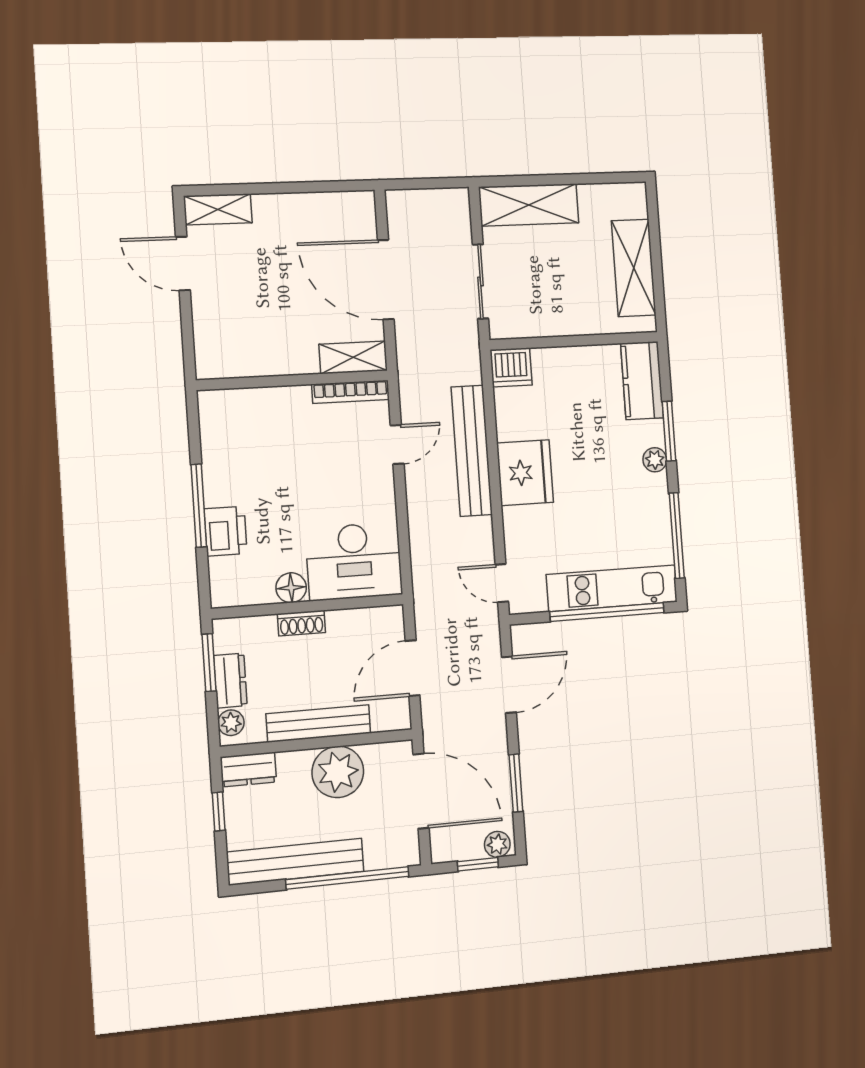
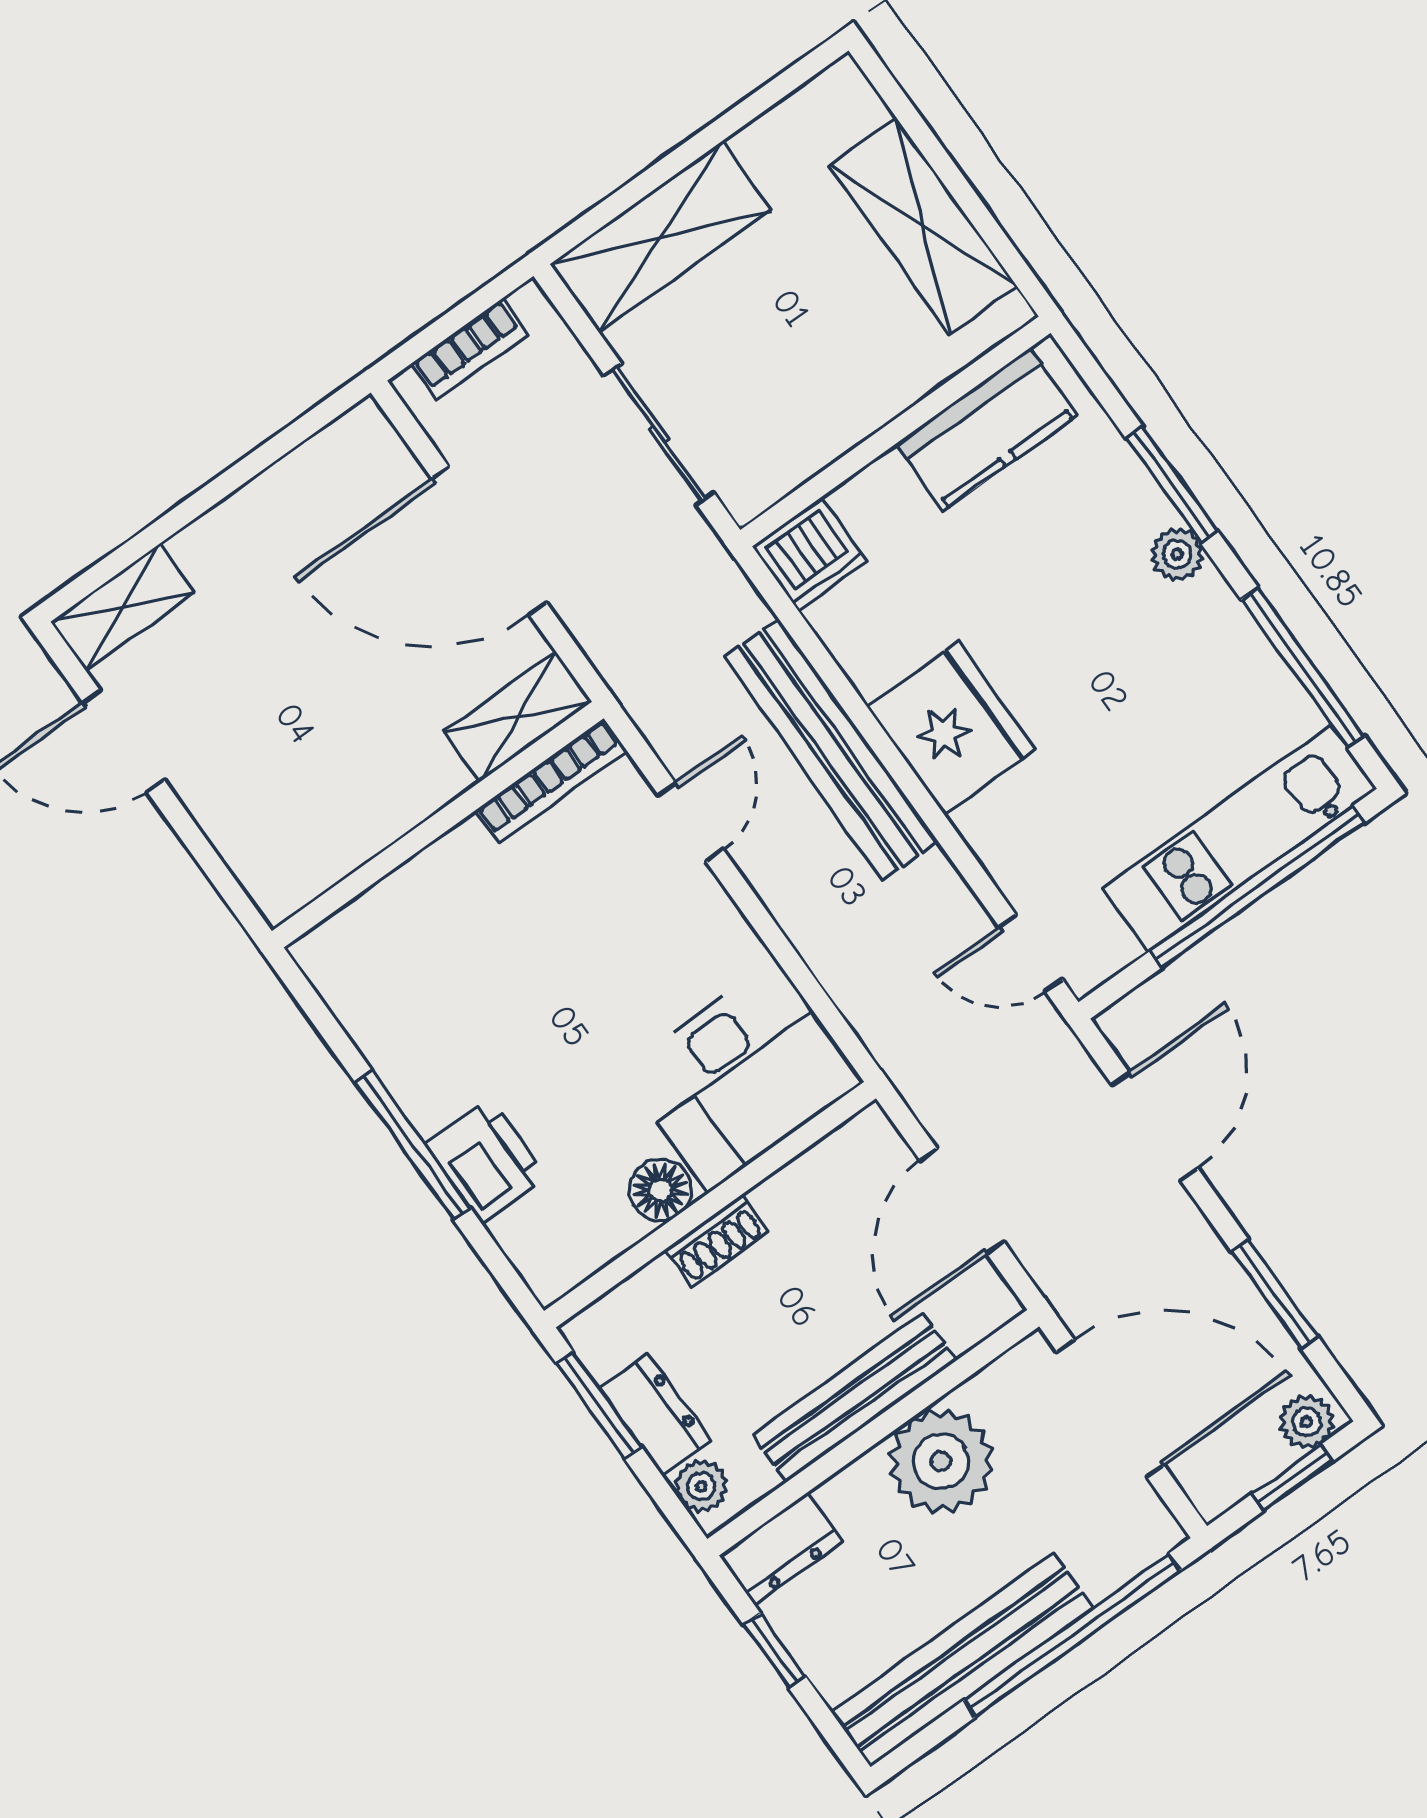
bookcase: (425, 199) -> (470, 349), added
kitchen counter: (642, 381) -> (986, 429), moved, turned -90

